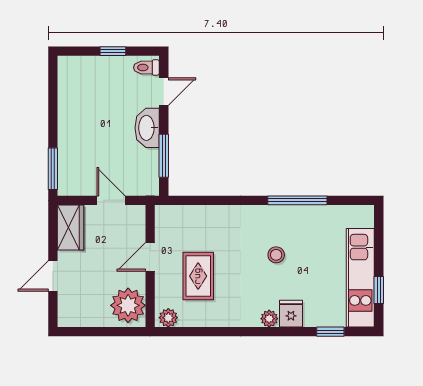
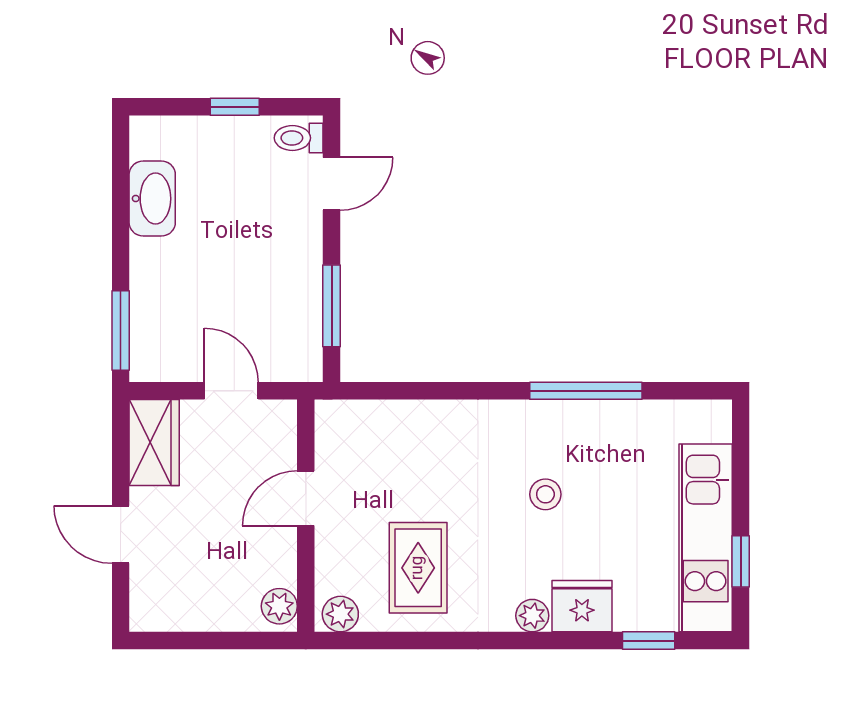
washbasin: (147, 128) -> (152, 199), moved, turned 180
door: (53, 276) -> (121, 535), hinge flipped
rug: (198, 276) -> (418, 568), moved
plant: (128, 305) -> (279, 606), width x0.53, depth x0.53
fridge: (291, 314) -> (582, 606), width x1.38

